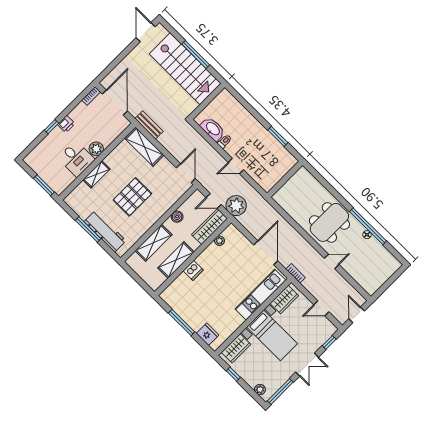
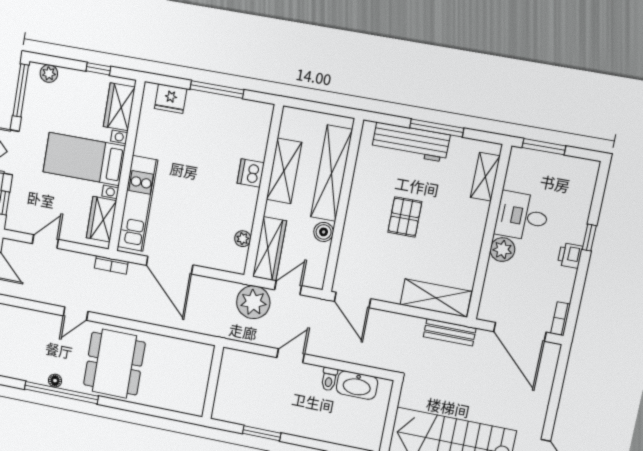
shelving: (96, 174) -> (485, 177), moved
pallet: (132, 197) -> (405, 217), width x0.67, depth x0.71
shelving: (154, 243) -> (331, 173), width x1.47

